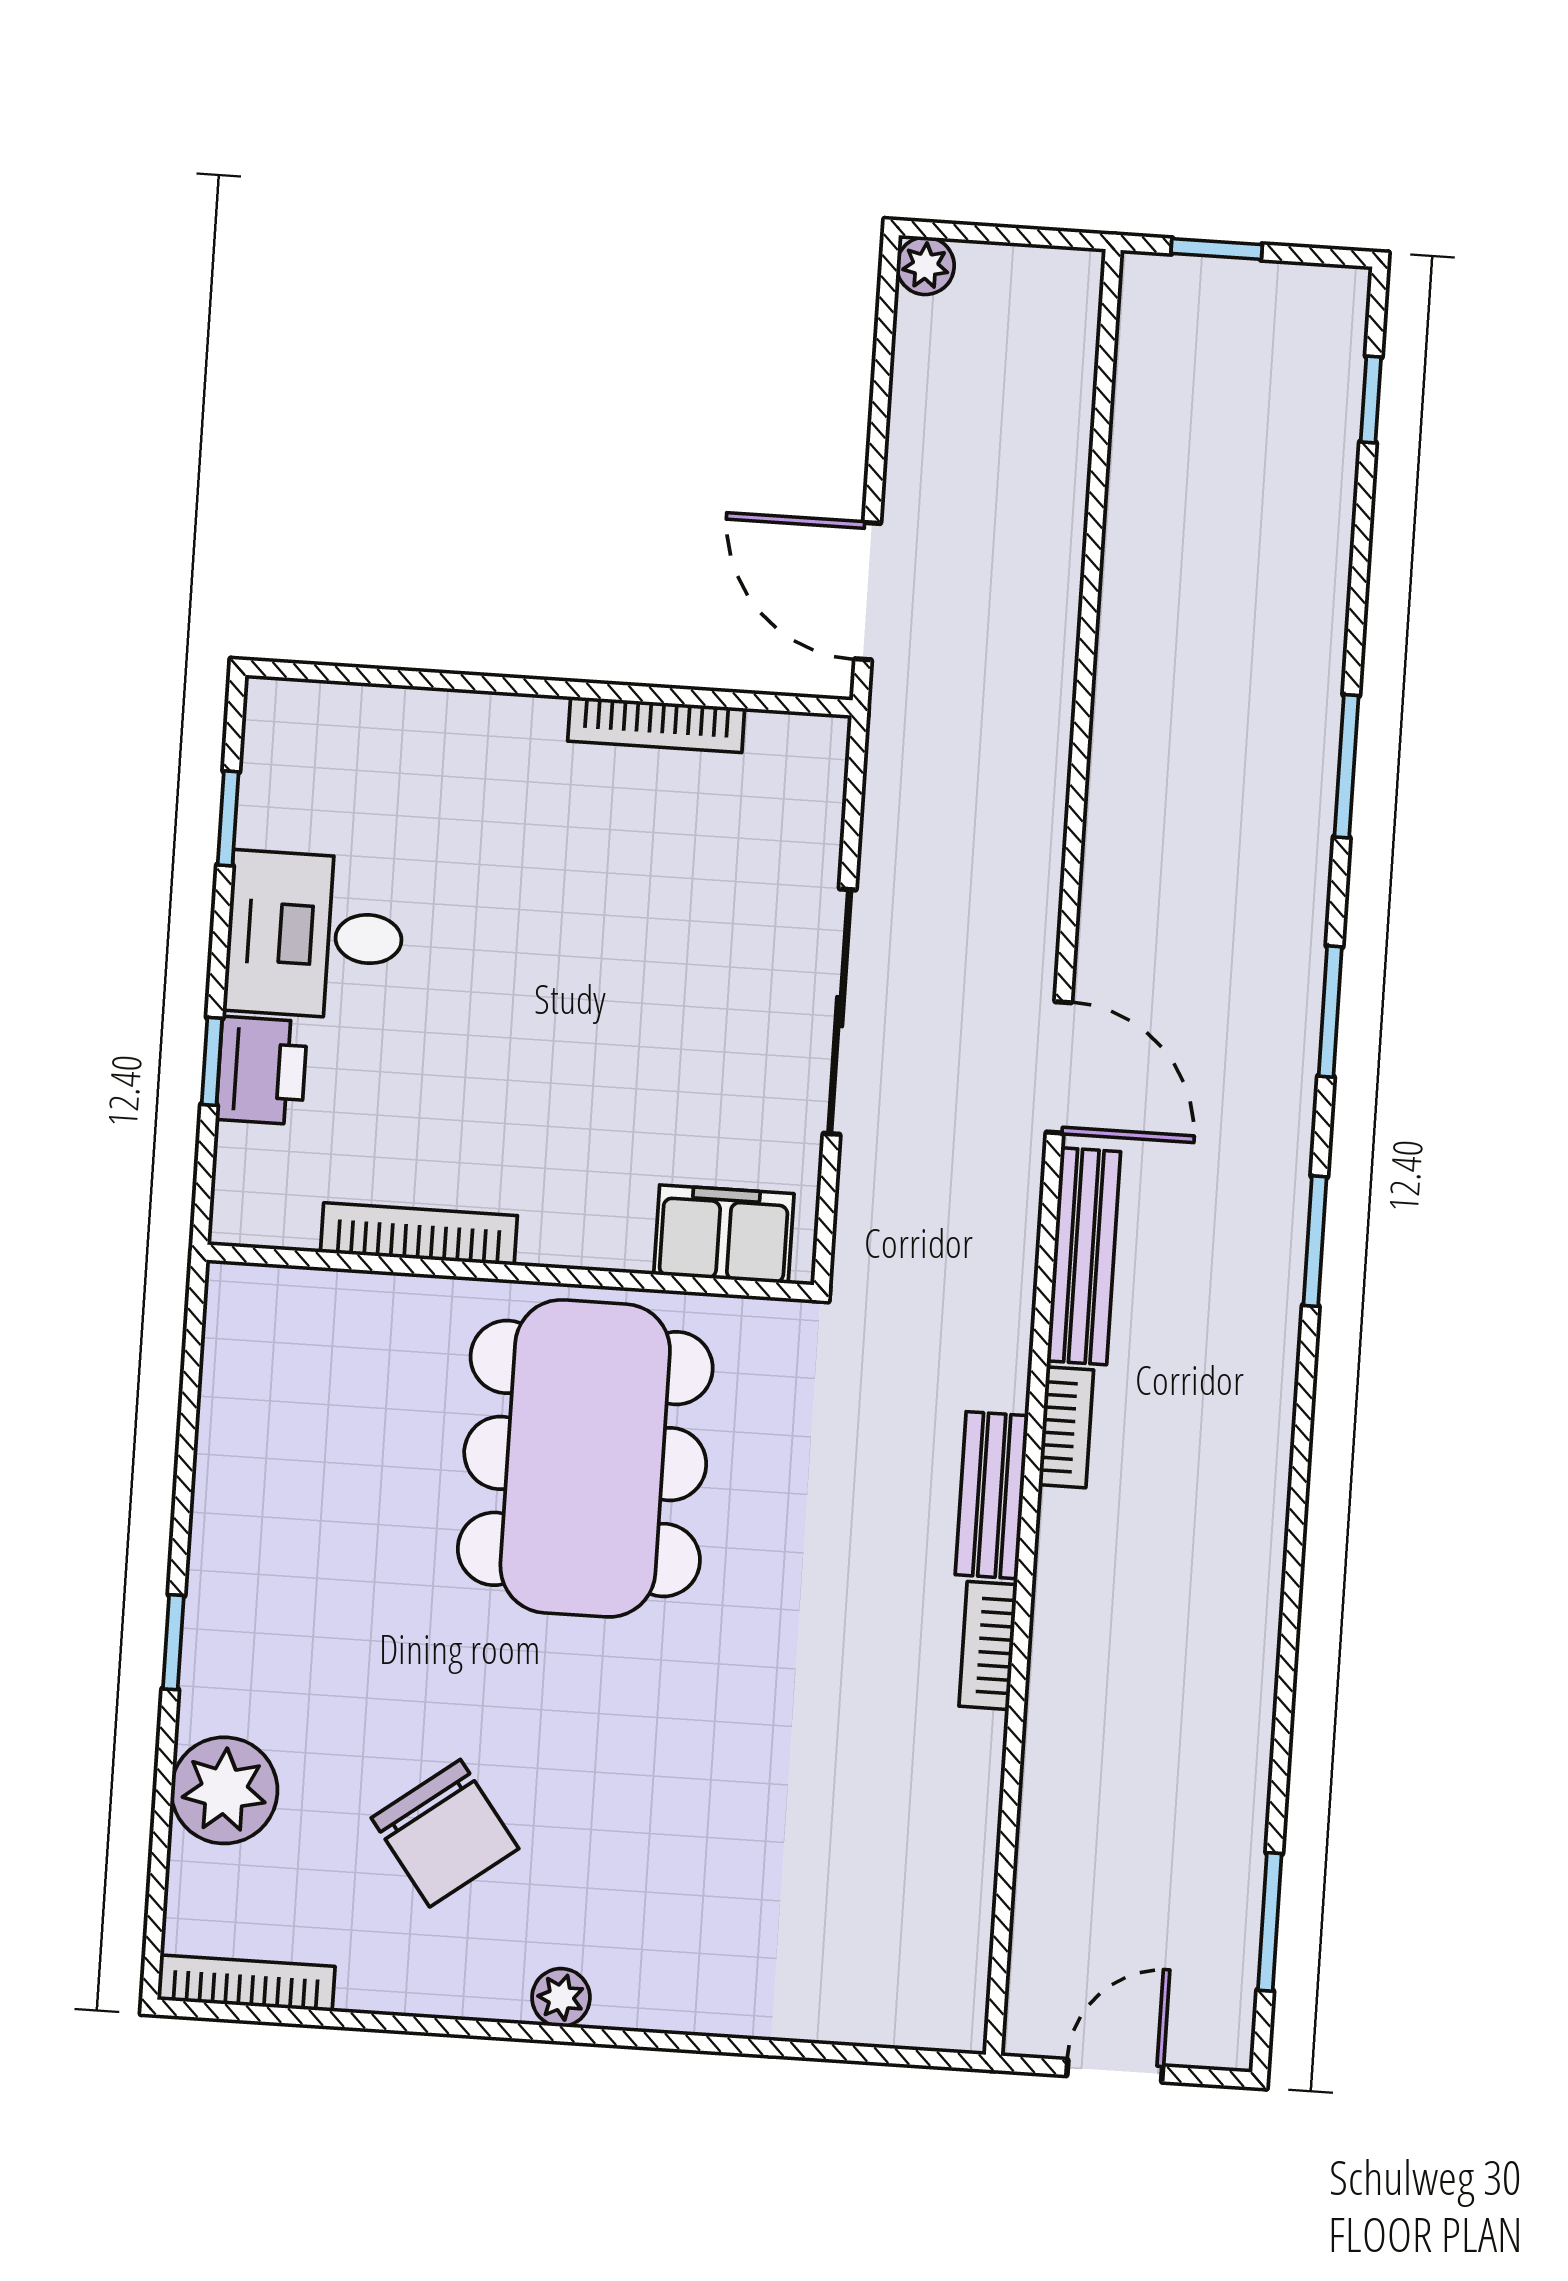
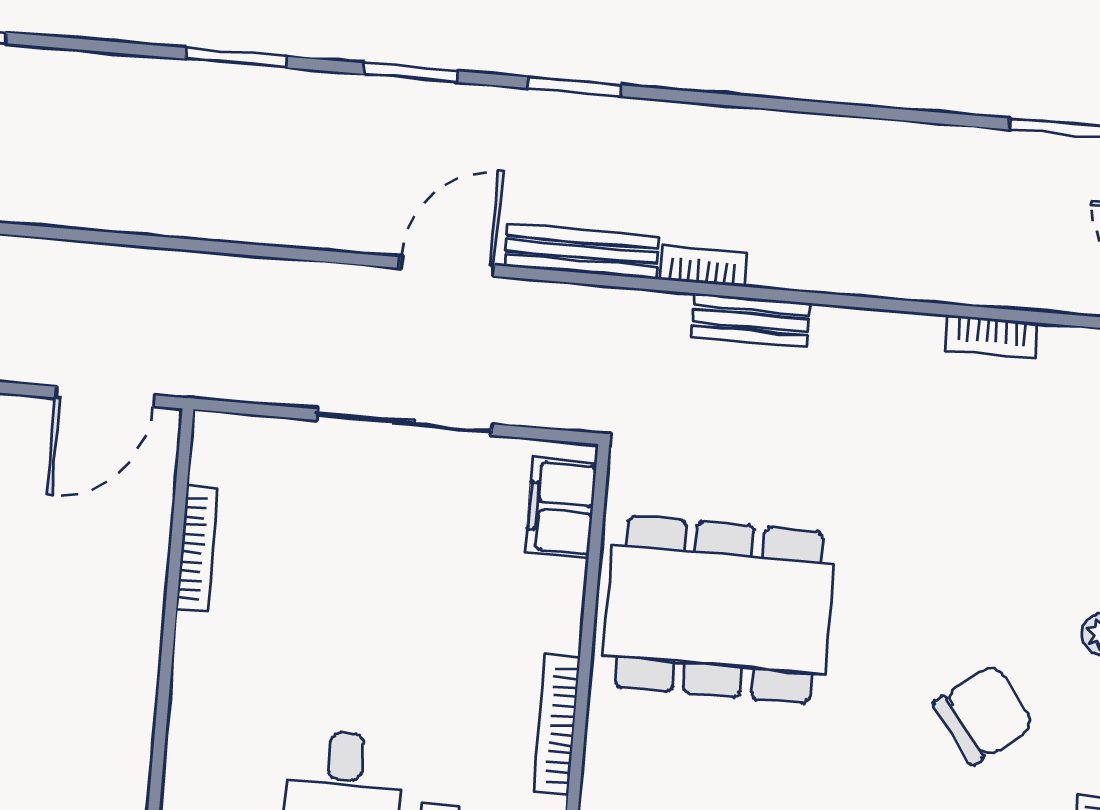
bookcase: (988, 1645) -> (991, 337), moved

